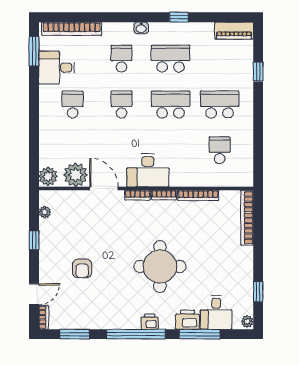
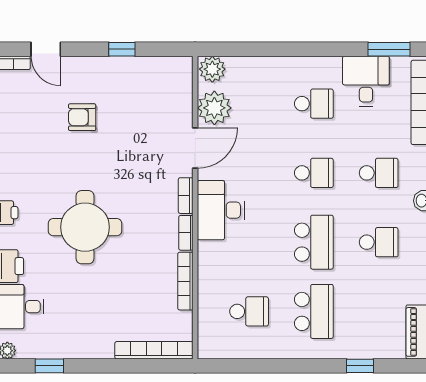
school desk: (171, 59) -> (379, 242), width x0.54
plant: (45, 212) -> (162, 64), removed

